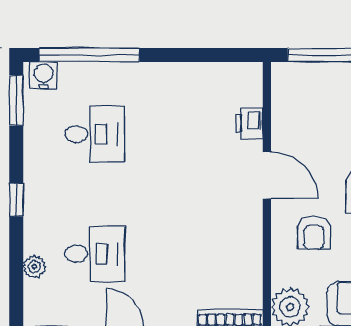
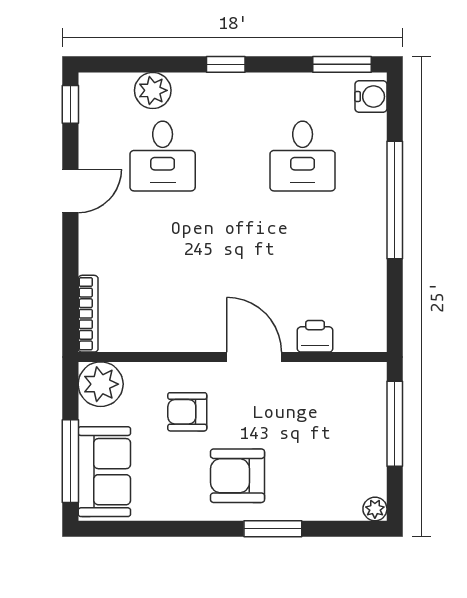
window: (89, 55) -> (395, 200), moved
door: (267, 175) -> (254, 357), swing flipped
plant: (34, 267) -> (153, 90), width x1.38, depth x1.38

